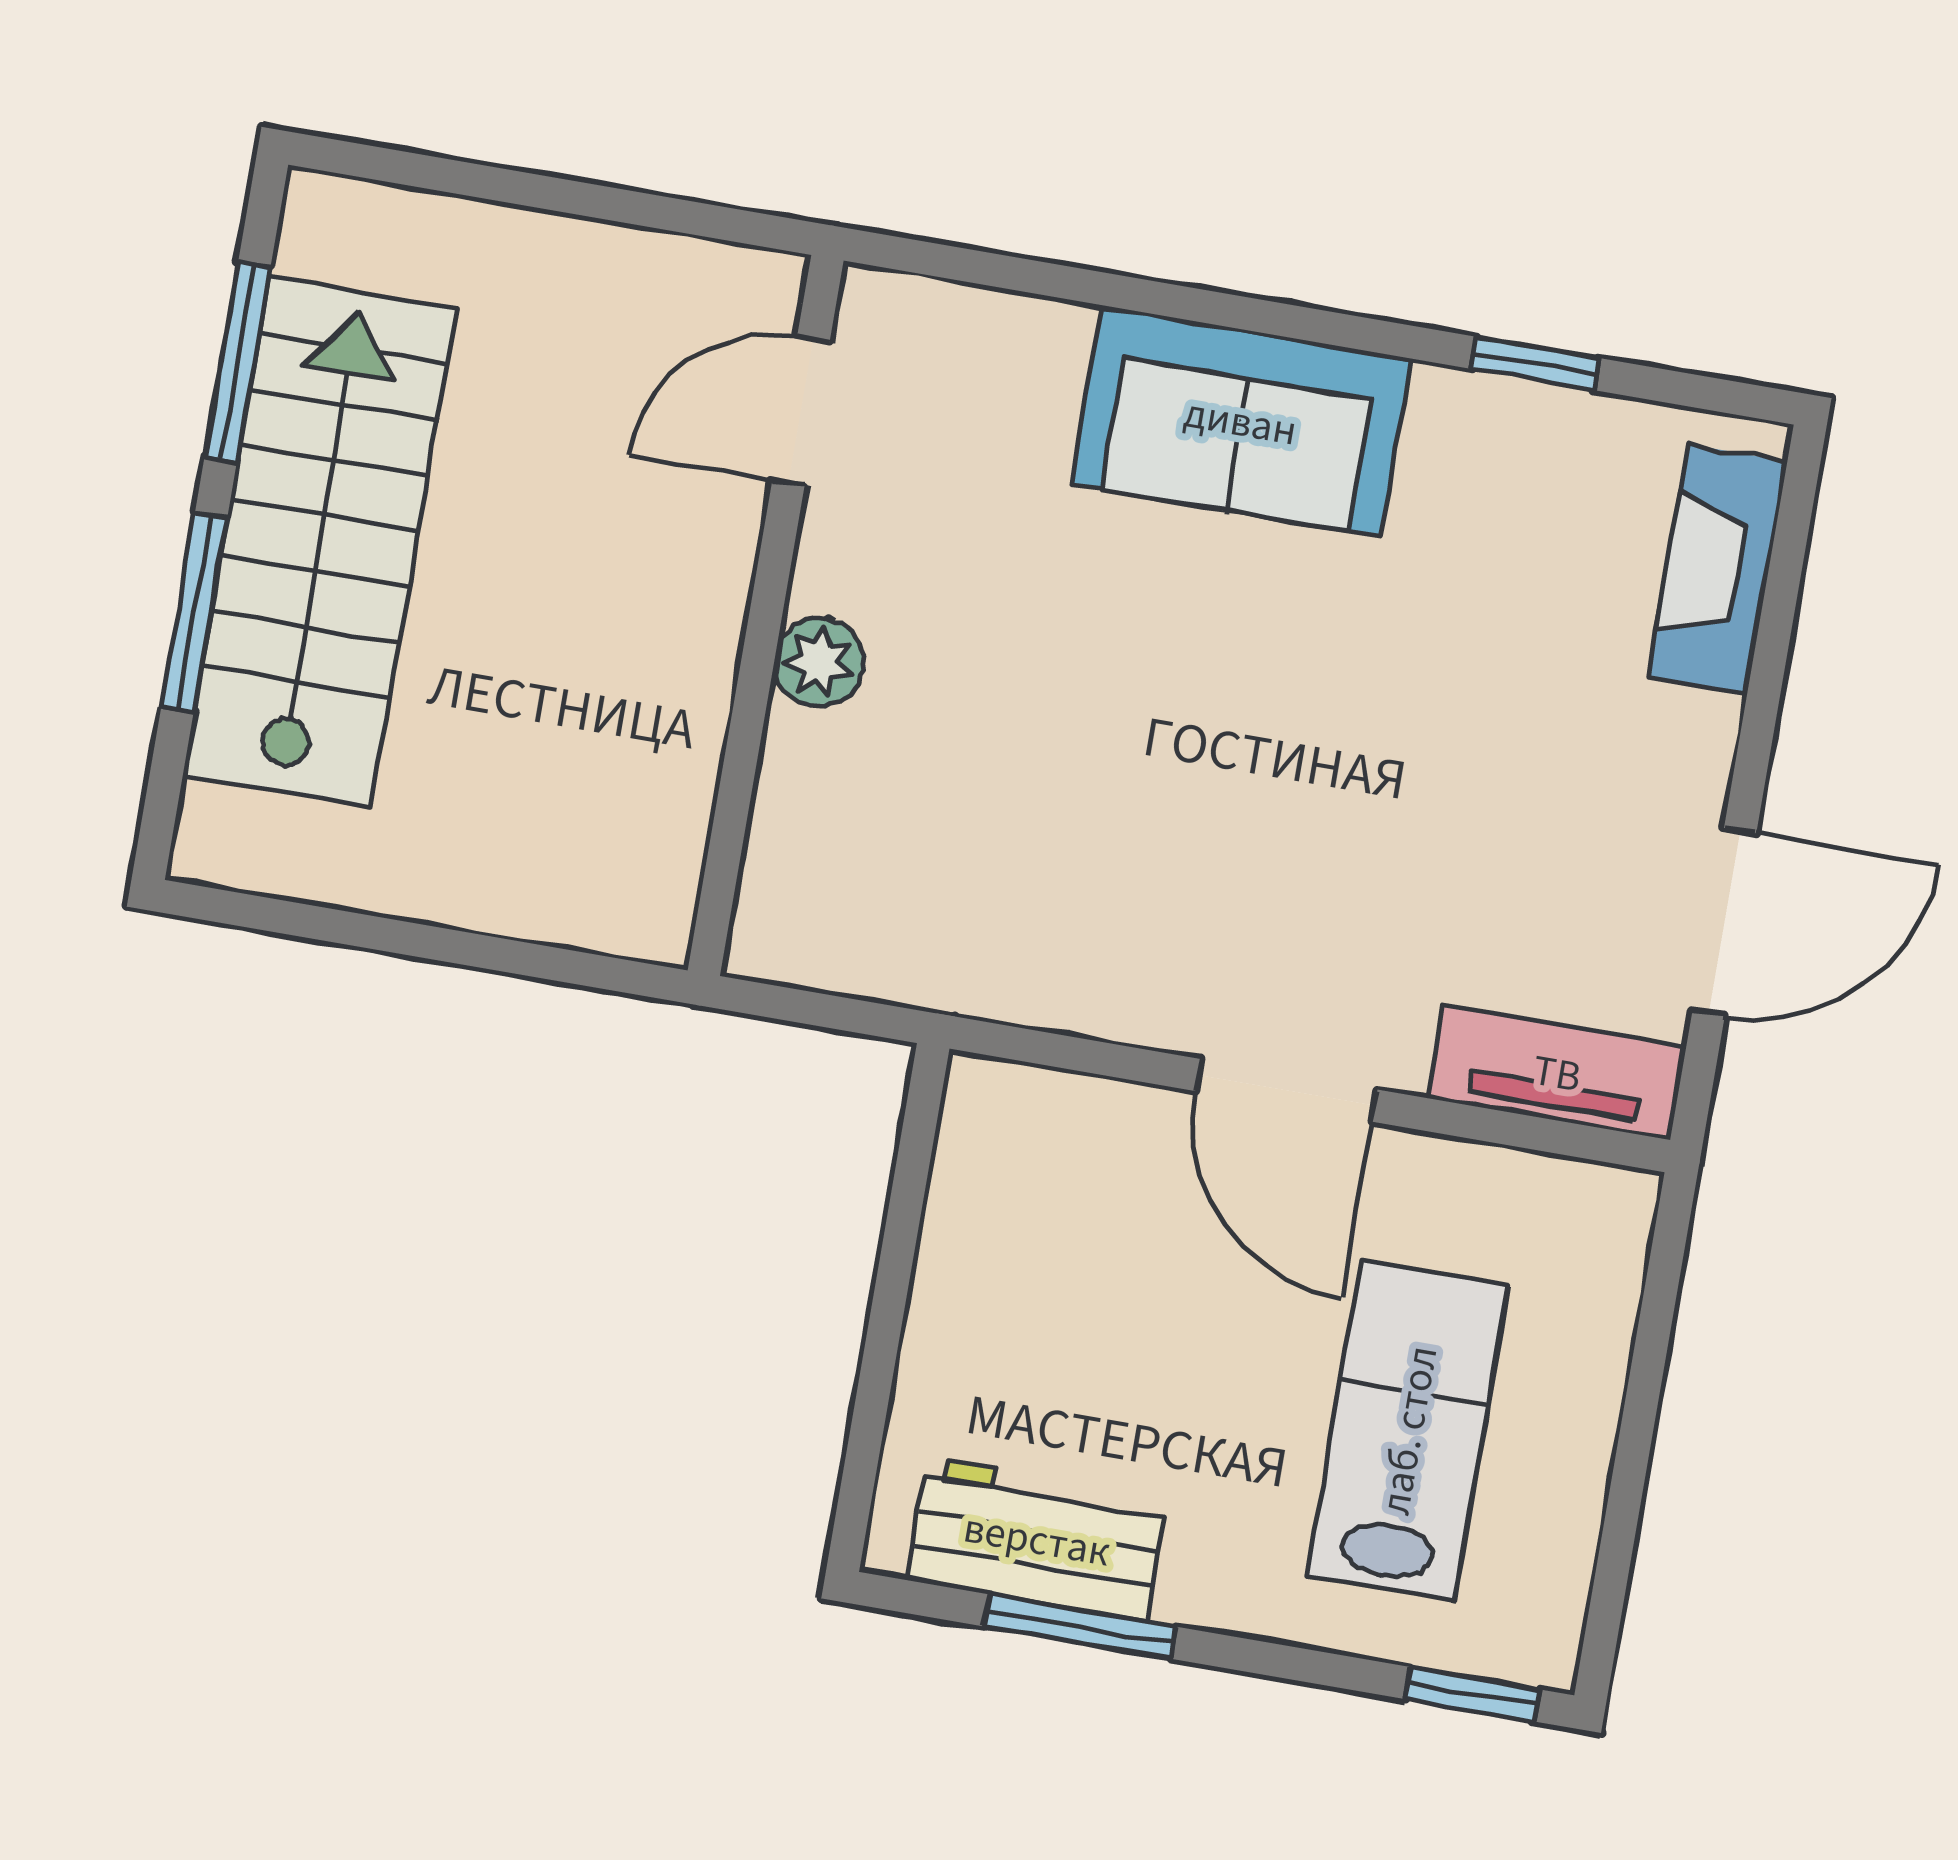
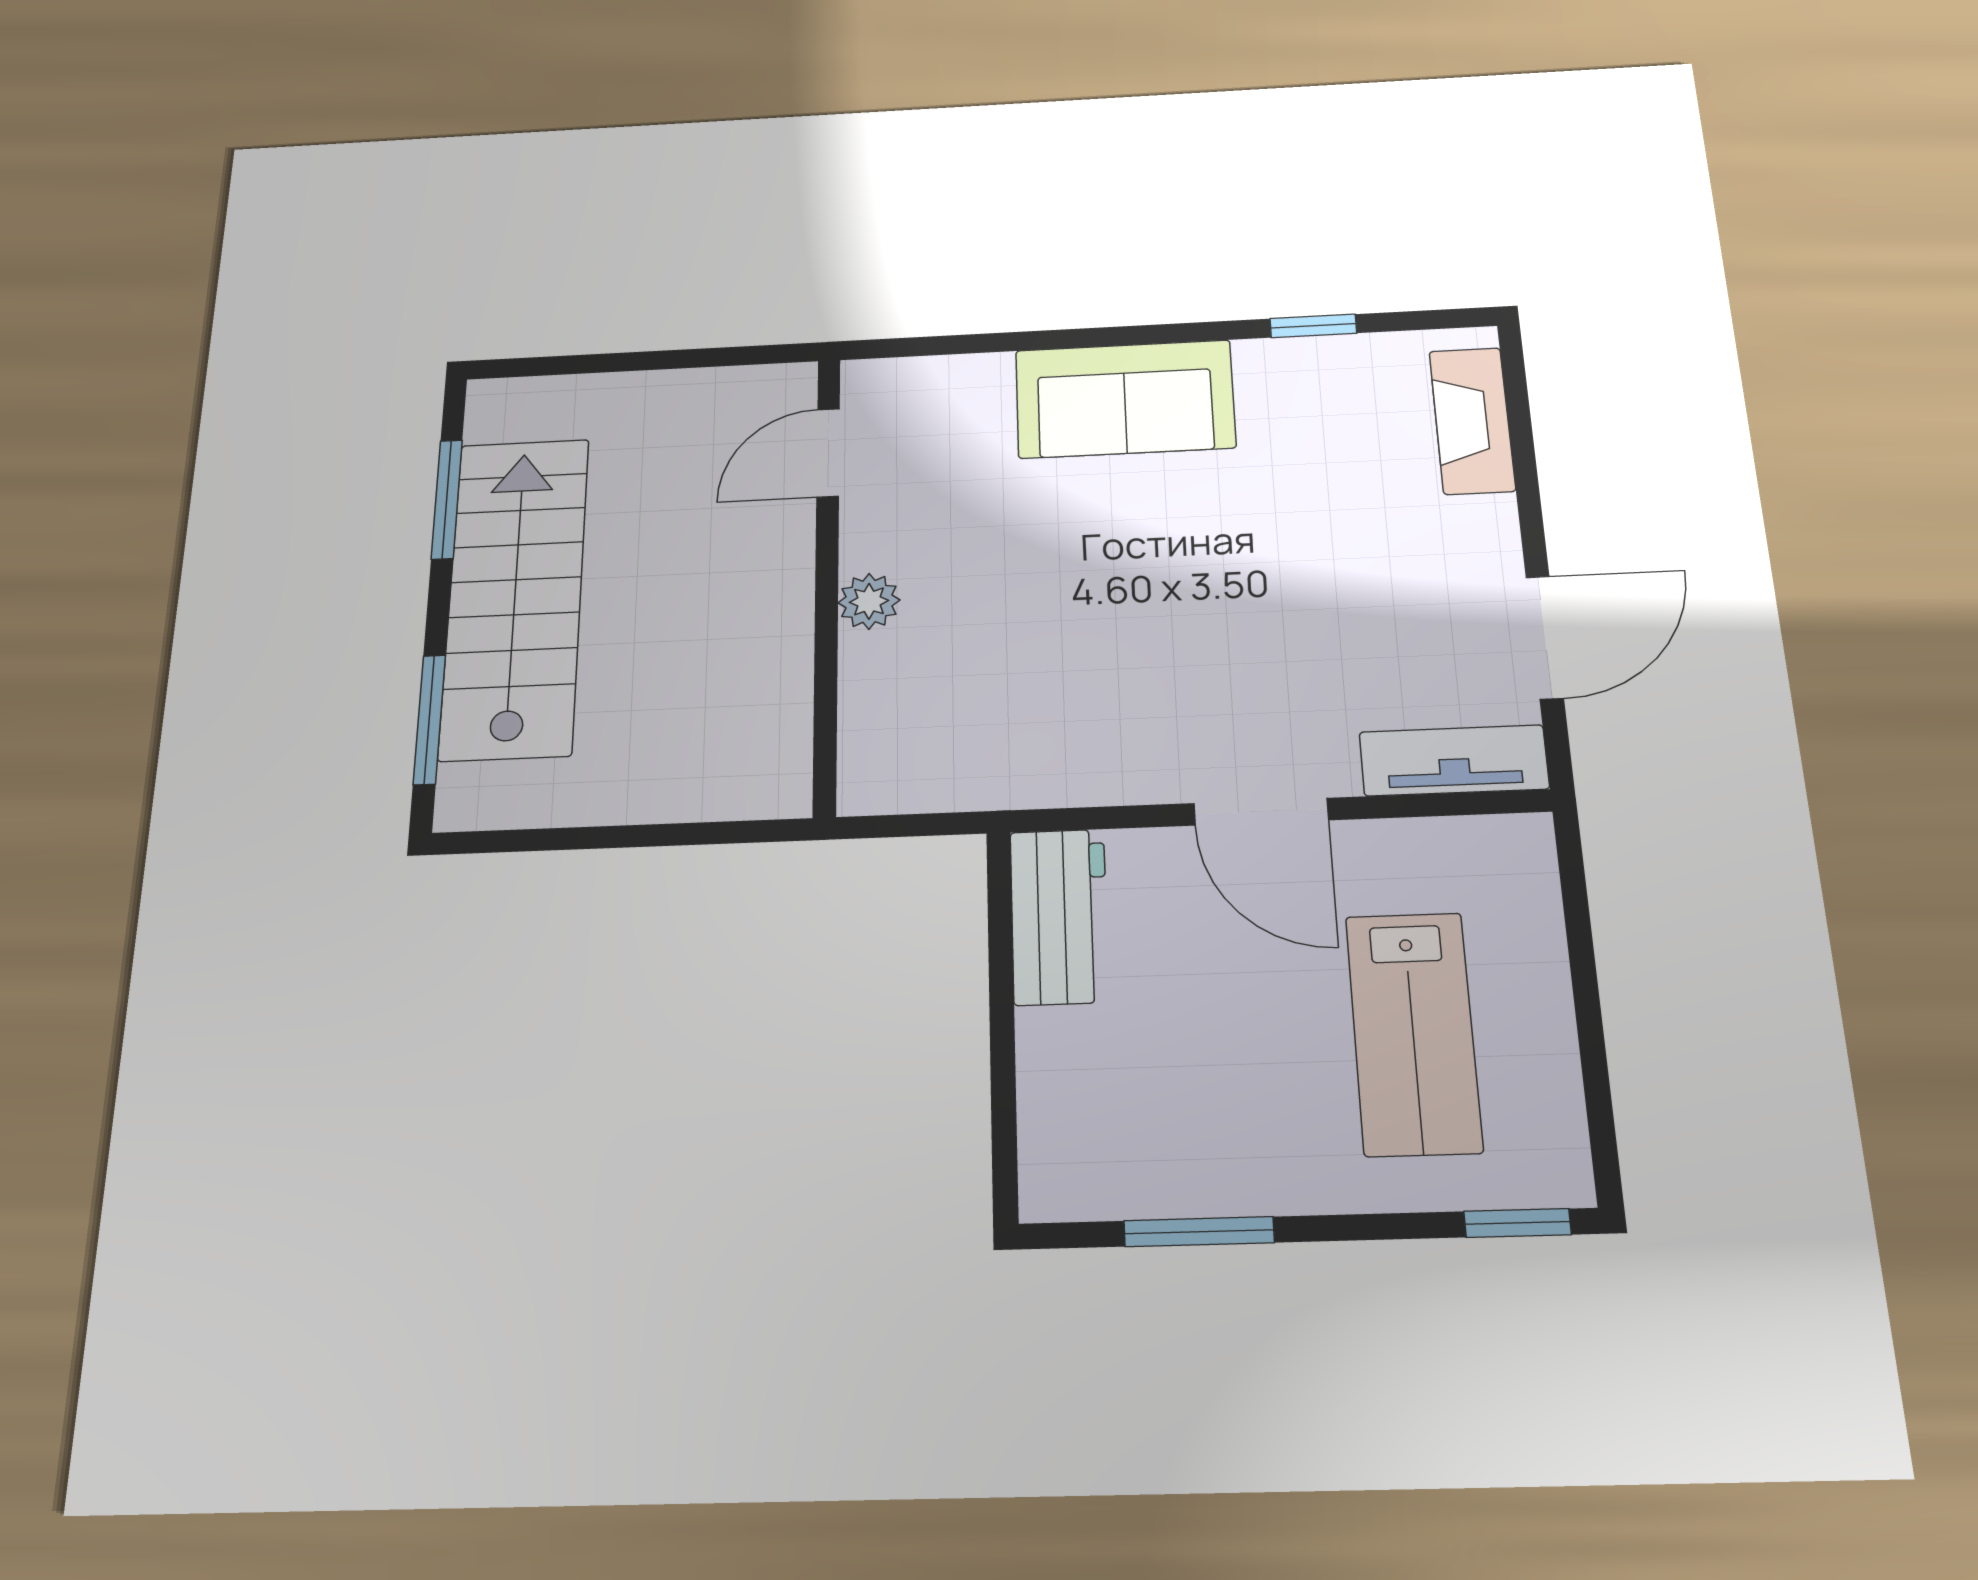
window: (194, 613) -> (429, 719), moved
lab bench: (1408, 1430) -> (1413, 1033), turned 180
workbench: (1037, 1539) -> (1059, 916), moved, turned 90

